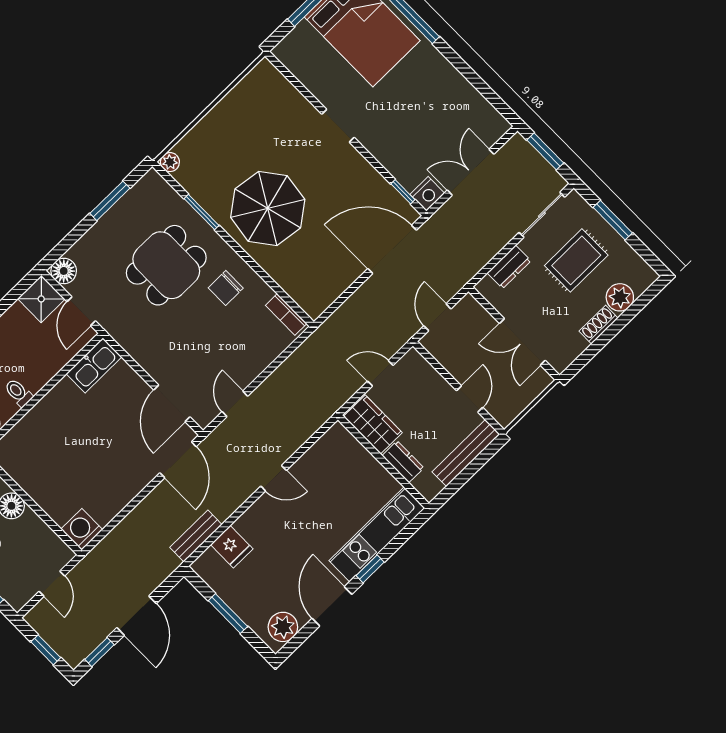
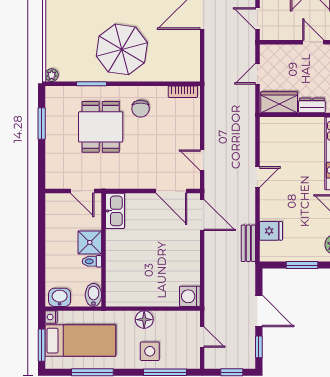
floor lamp: (64, 271) -> (54, 180), removed
shower: (41, 299) -> (90, 242), moved

